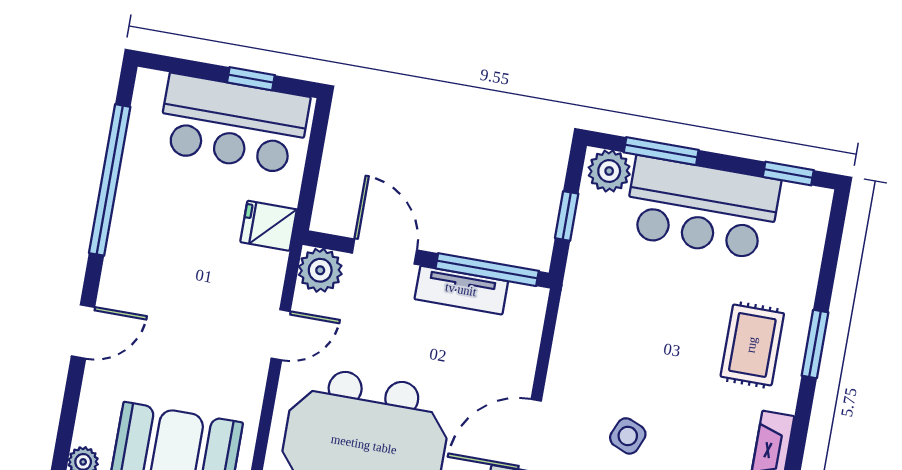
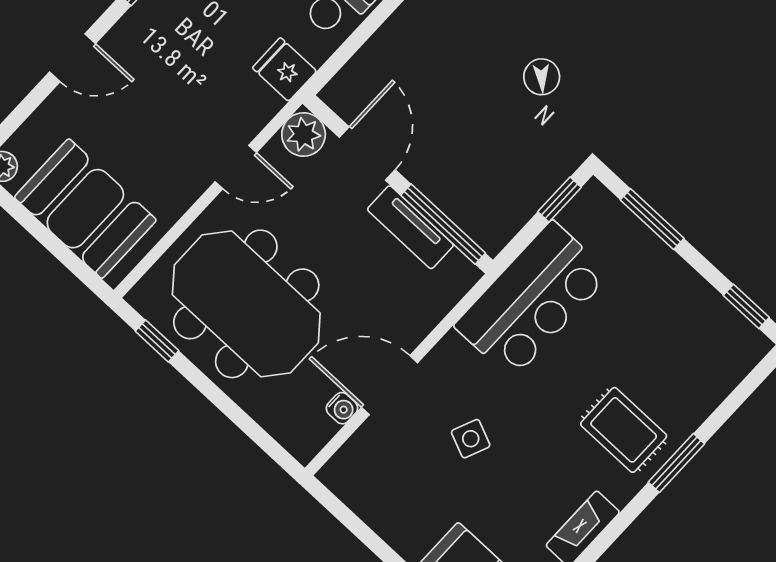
plant: (609, 171) -> (598, 208), removed
bar counter: (702, 208) -> (532, 300), moved, turned -90
window: (567, 216) -> (560, 199), moved
rug: (752, 345) -> (624, 430), turned 90

